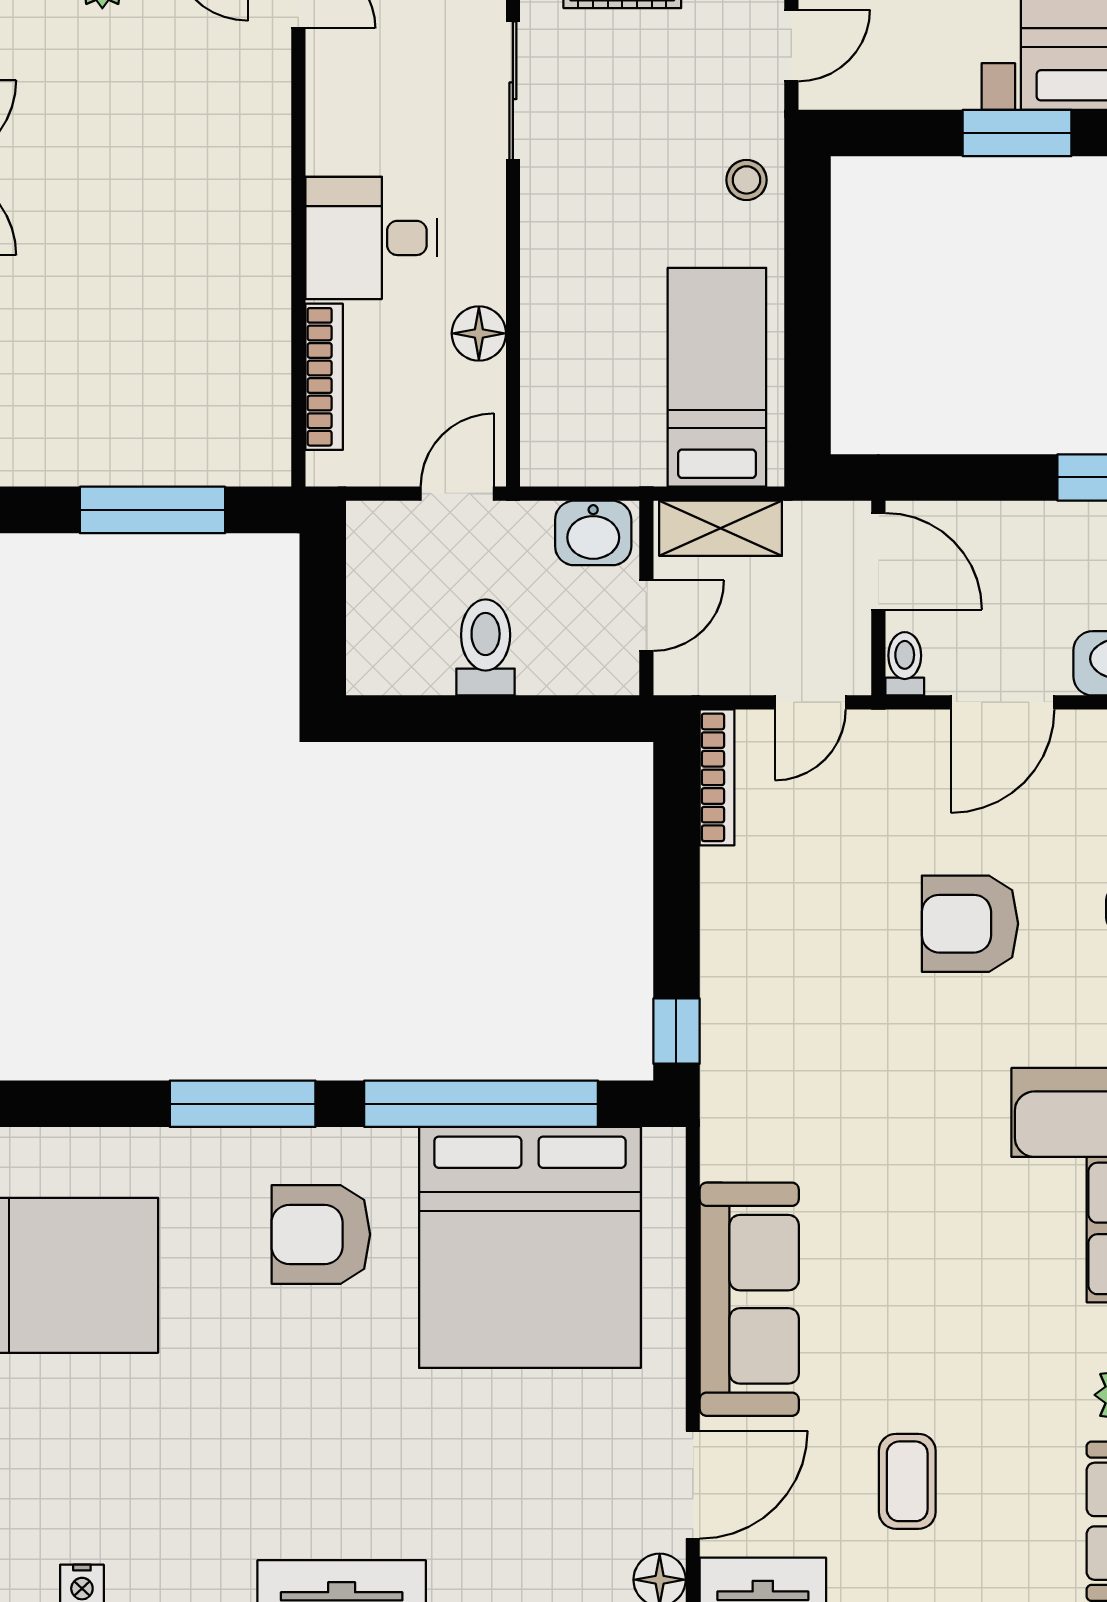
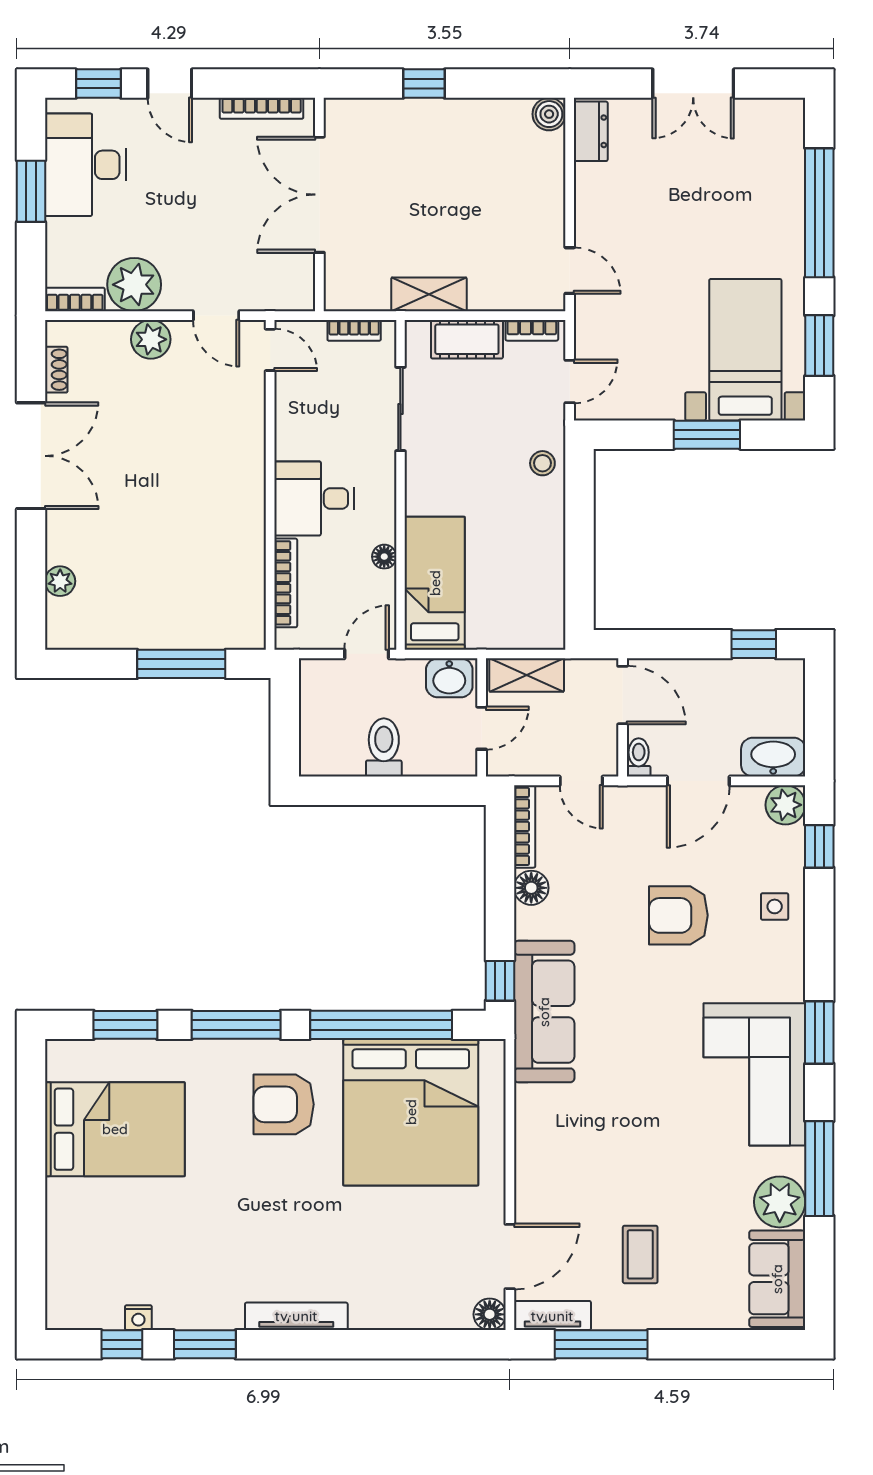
floor lamp: (479, 333) -> (384, 557), width x0.73, depth x0.73
bed: (717, 377) -> (435, 583), moved
door: (810, 702) -> (581, 781), hinge flipped
floor lamp: (728, 878) -> (531, 888), added
window: (60, 1104) -> (125, 1025), added
sofa: (749, 1299) -> (544, 1012), moved

